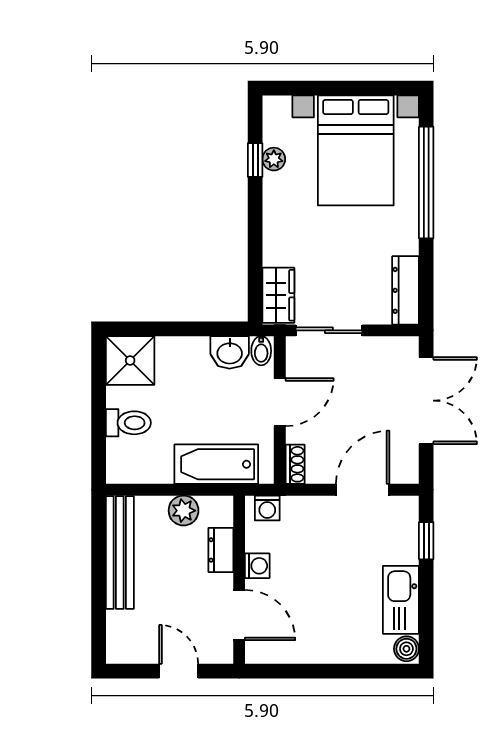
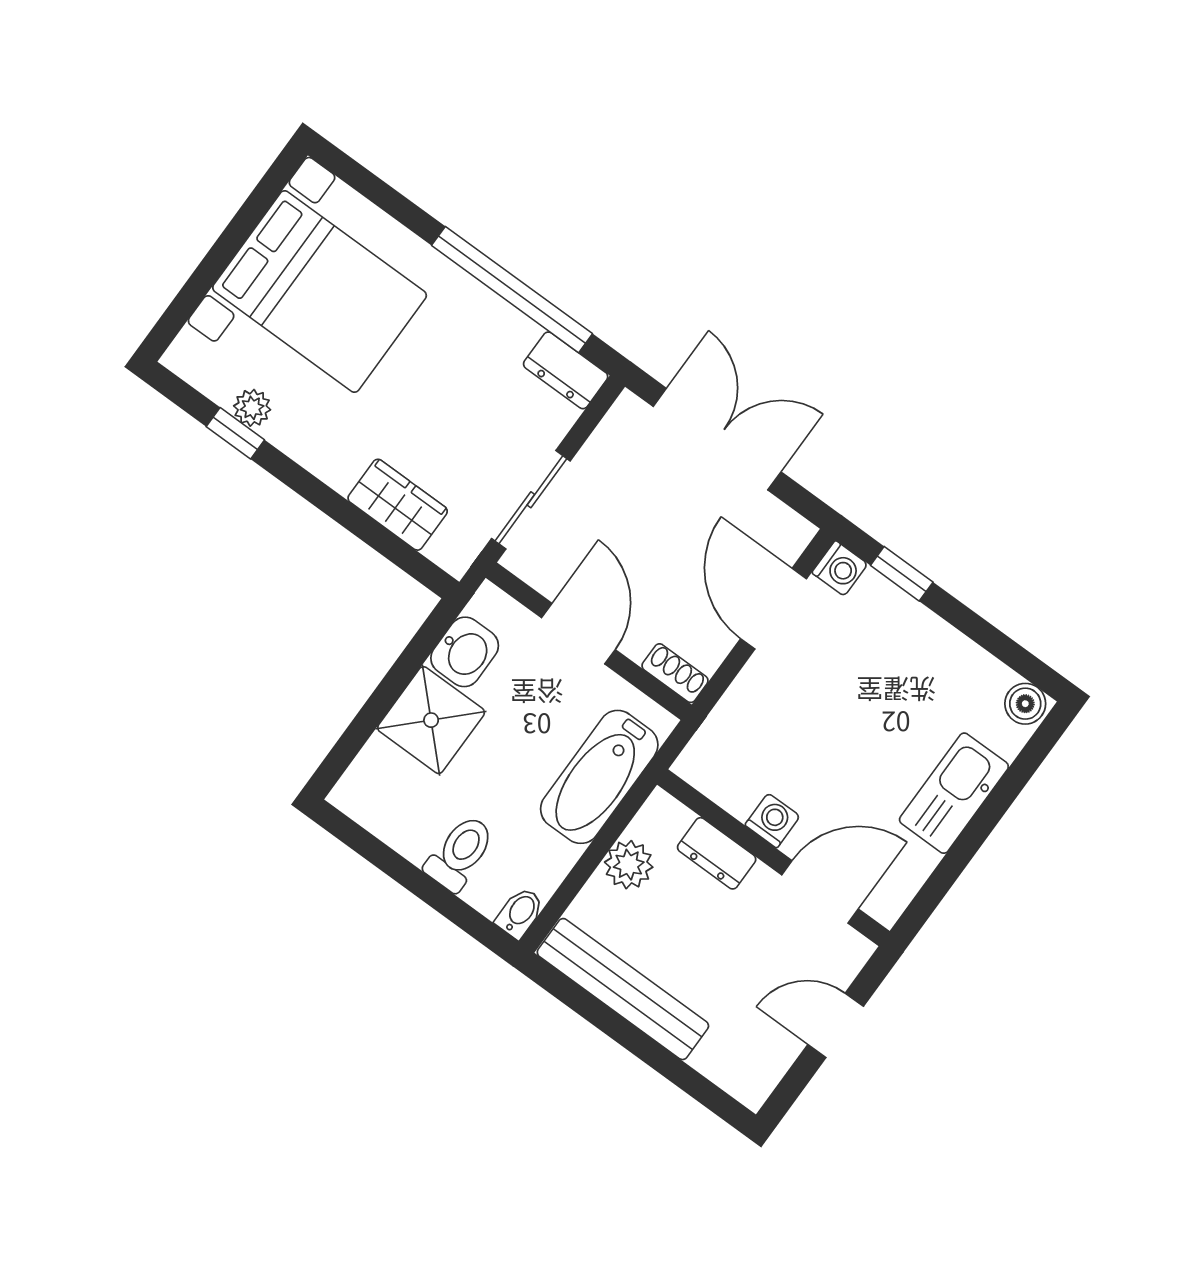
window: (426, 183) -> (512, 290), moved
dresser: (406, 290) -> (566, 370), width x0.70
wardrobe: (278, 295) -> (398, 505), moved
bidet: (261, 351) -> (520, 913), moved, turned -90
shower: (130, 360) -> (431, 720), moved
washing machine: (267, 508) -> (840, 568), moved
kitchen sink: (401, 600) -> (954, 793), moved, turned 90

